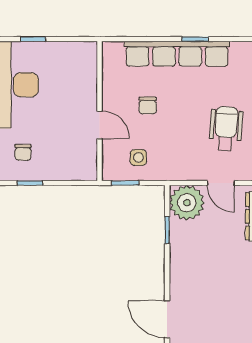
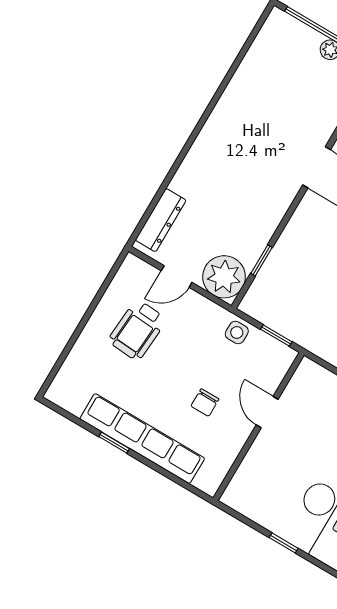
chair: (148, 106) -> (205, 403), turned 180
side table: (138, 158) -> (237, 332), moved
door: (221, 183) -> (177, 276), swing flipped

